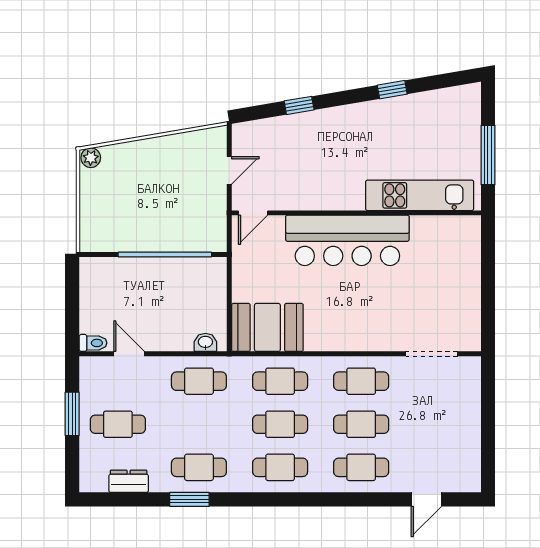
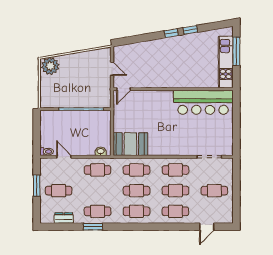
window: (299, 105) -> (171, 33), moved
window: (488, 155) -> (236, 51), moved
plant: (91, 158) -> (50, 66), width x1.87, depth x1.87
door: (229, 170) -> (112, 69), hinge flipped
kitchen unit: (420, 195) -> (226, 62), moved, turned -90
bar counter: (347, 240) -> (203, 102), moved
cafe table: (442, 424) -> (214, 191), added

